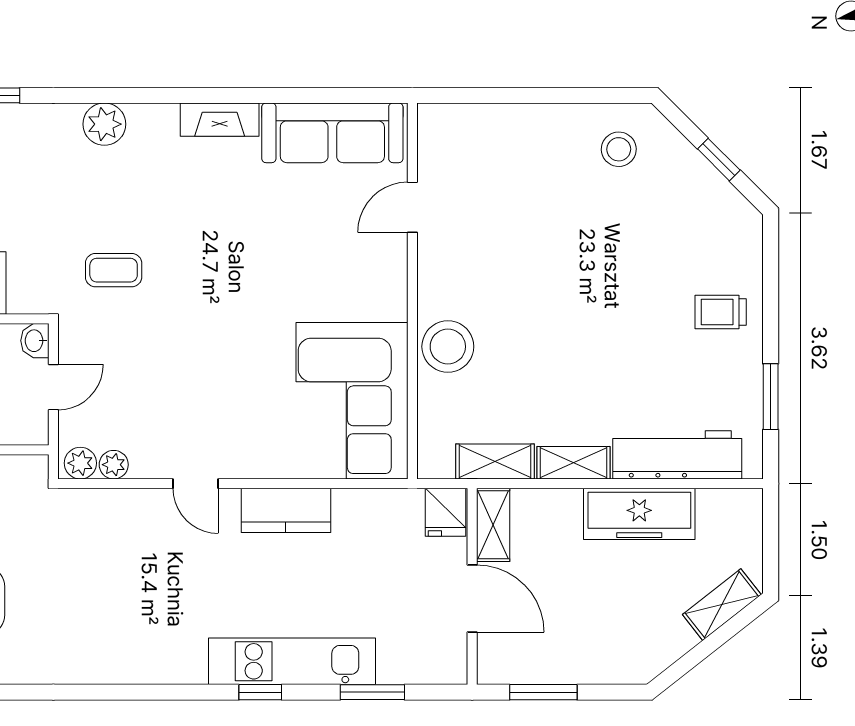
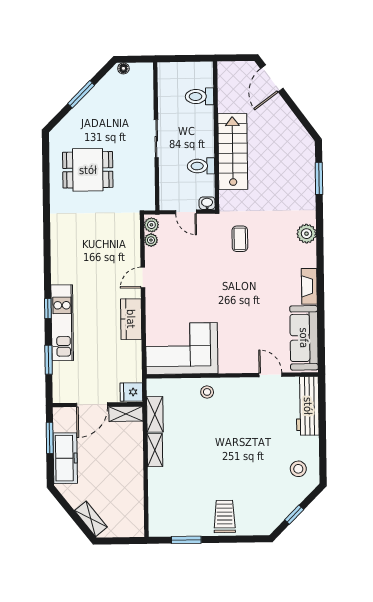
trolley: (721, 312) -> (225, 516), width x1.36, depth x1.39
stool: (448, 347) -> (207, 392), width x0.53, depth x0.53
workbench: (677, 455) -> (308, 406), moved, turned 180
freezer: (639, 514) -> (65, 458), moved, turned 180

